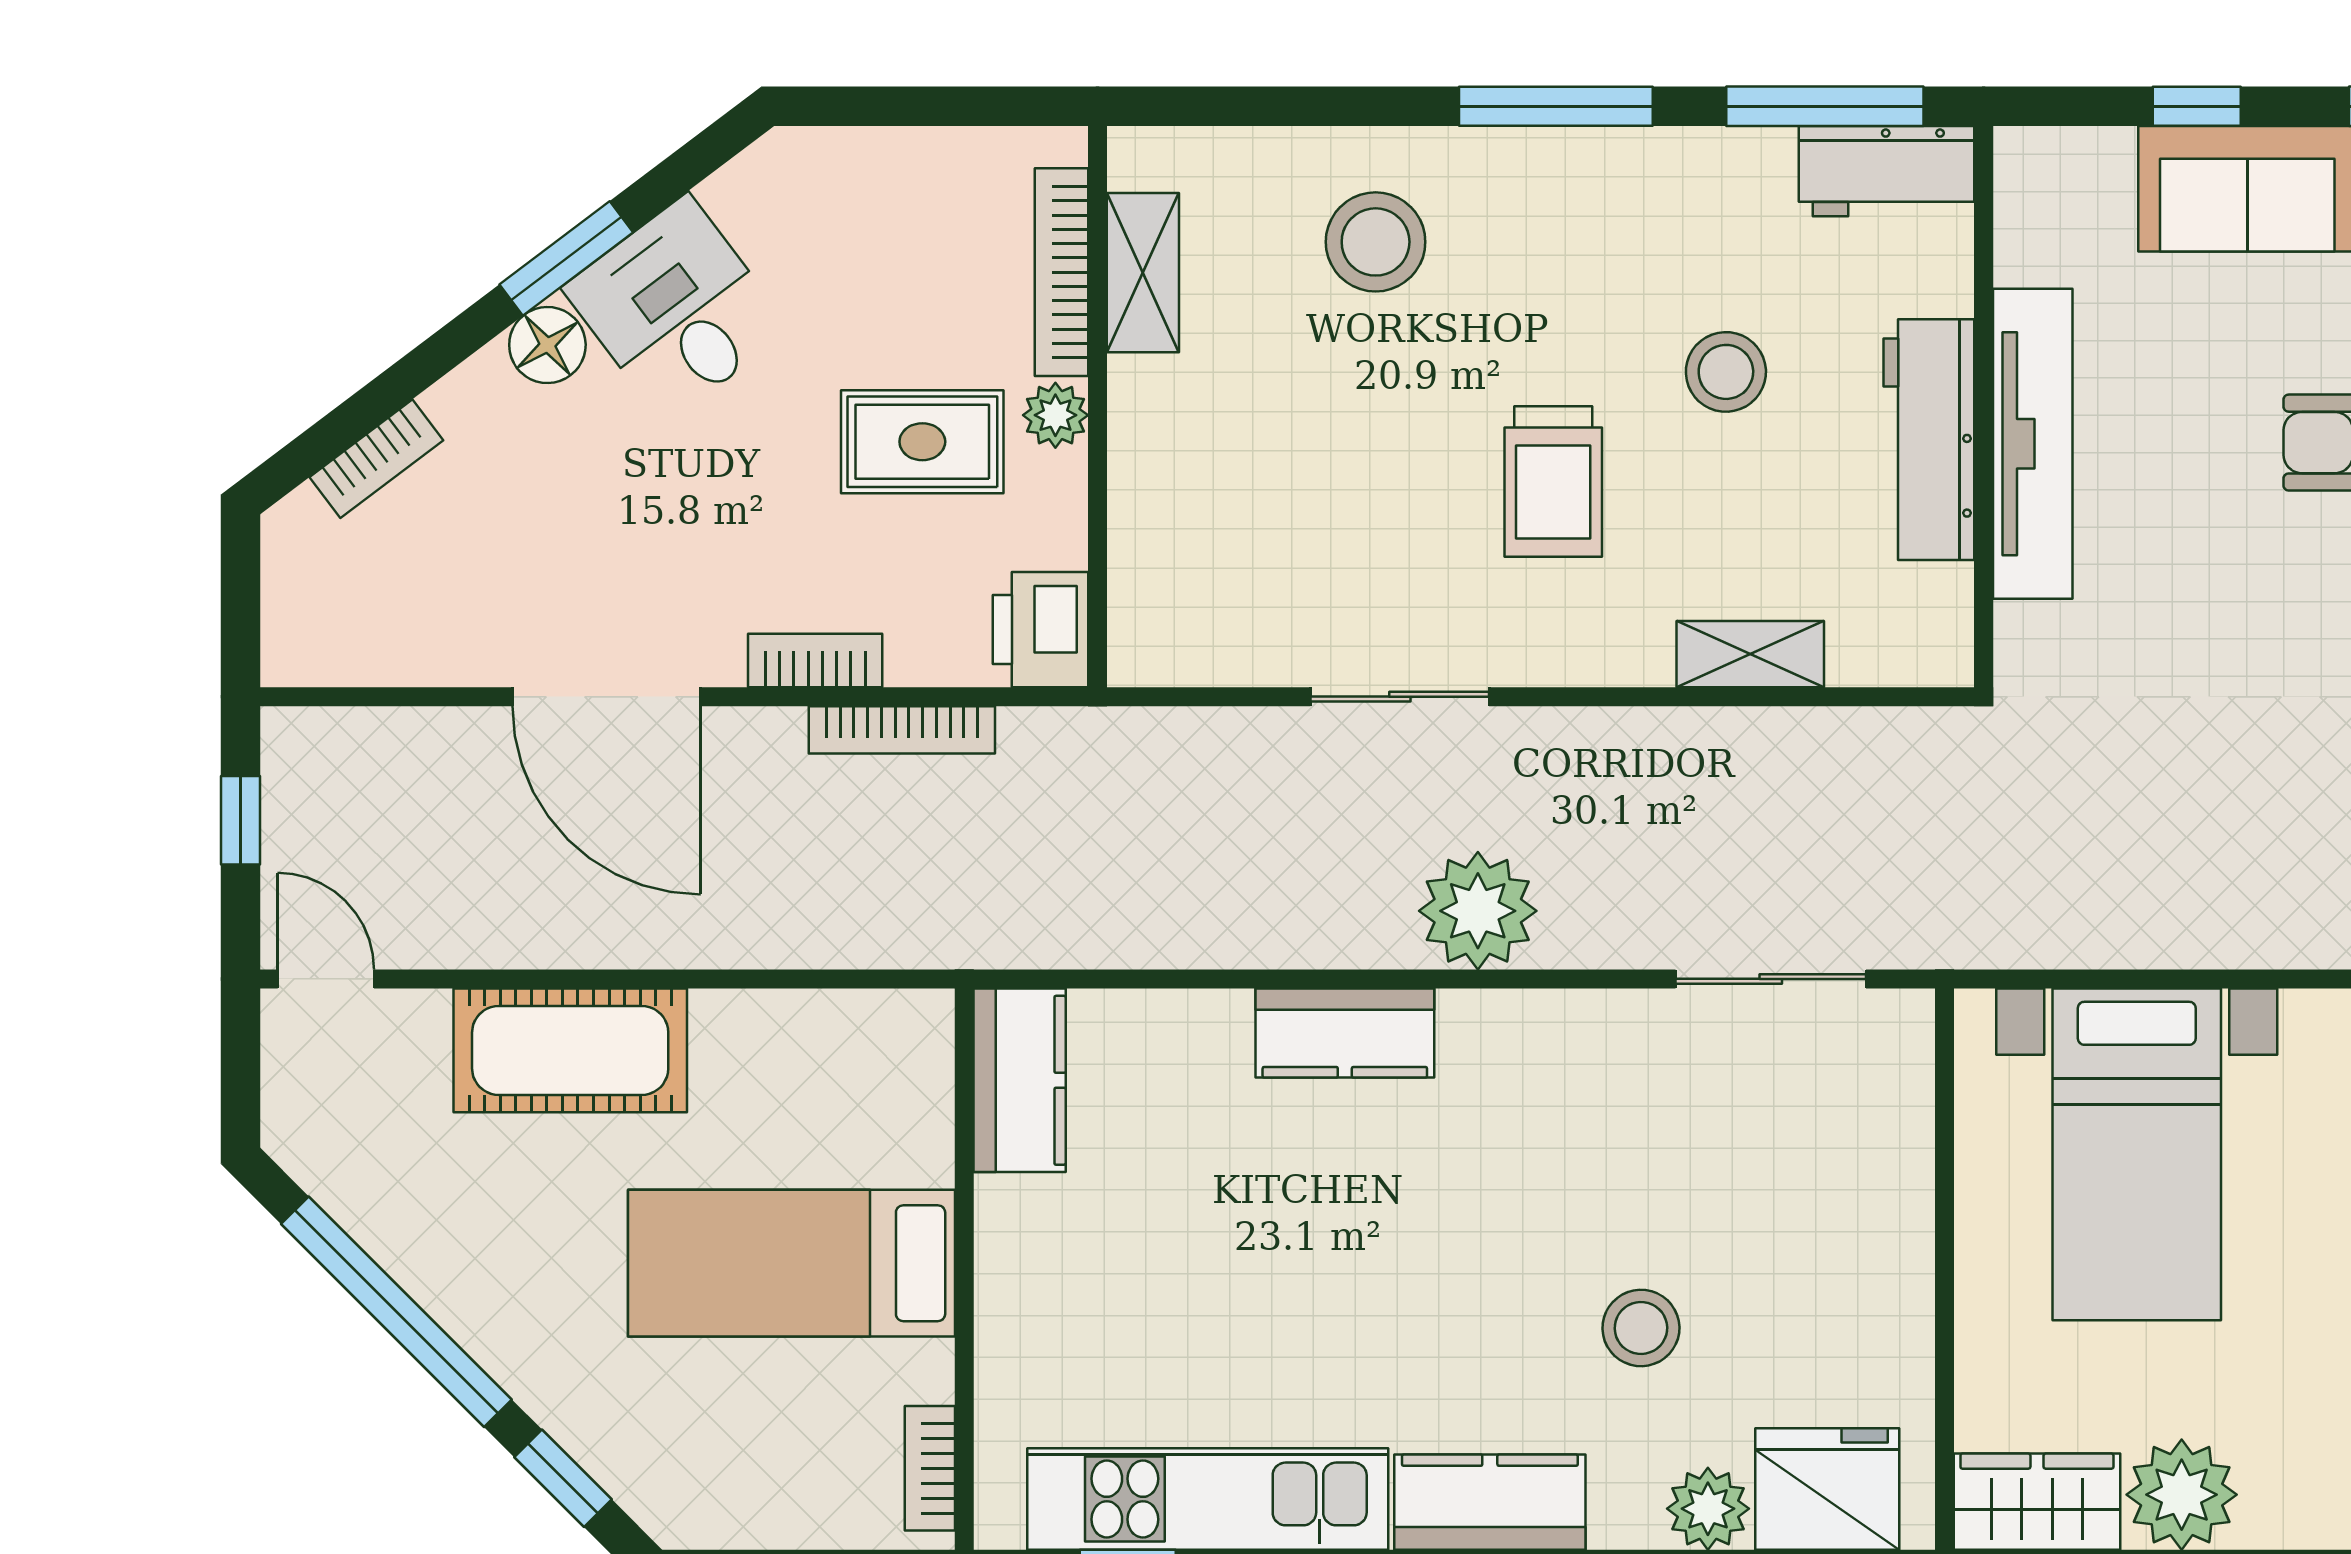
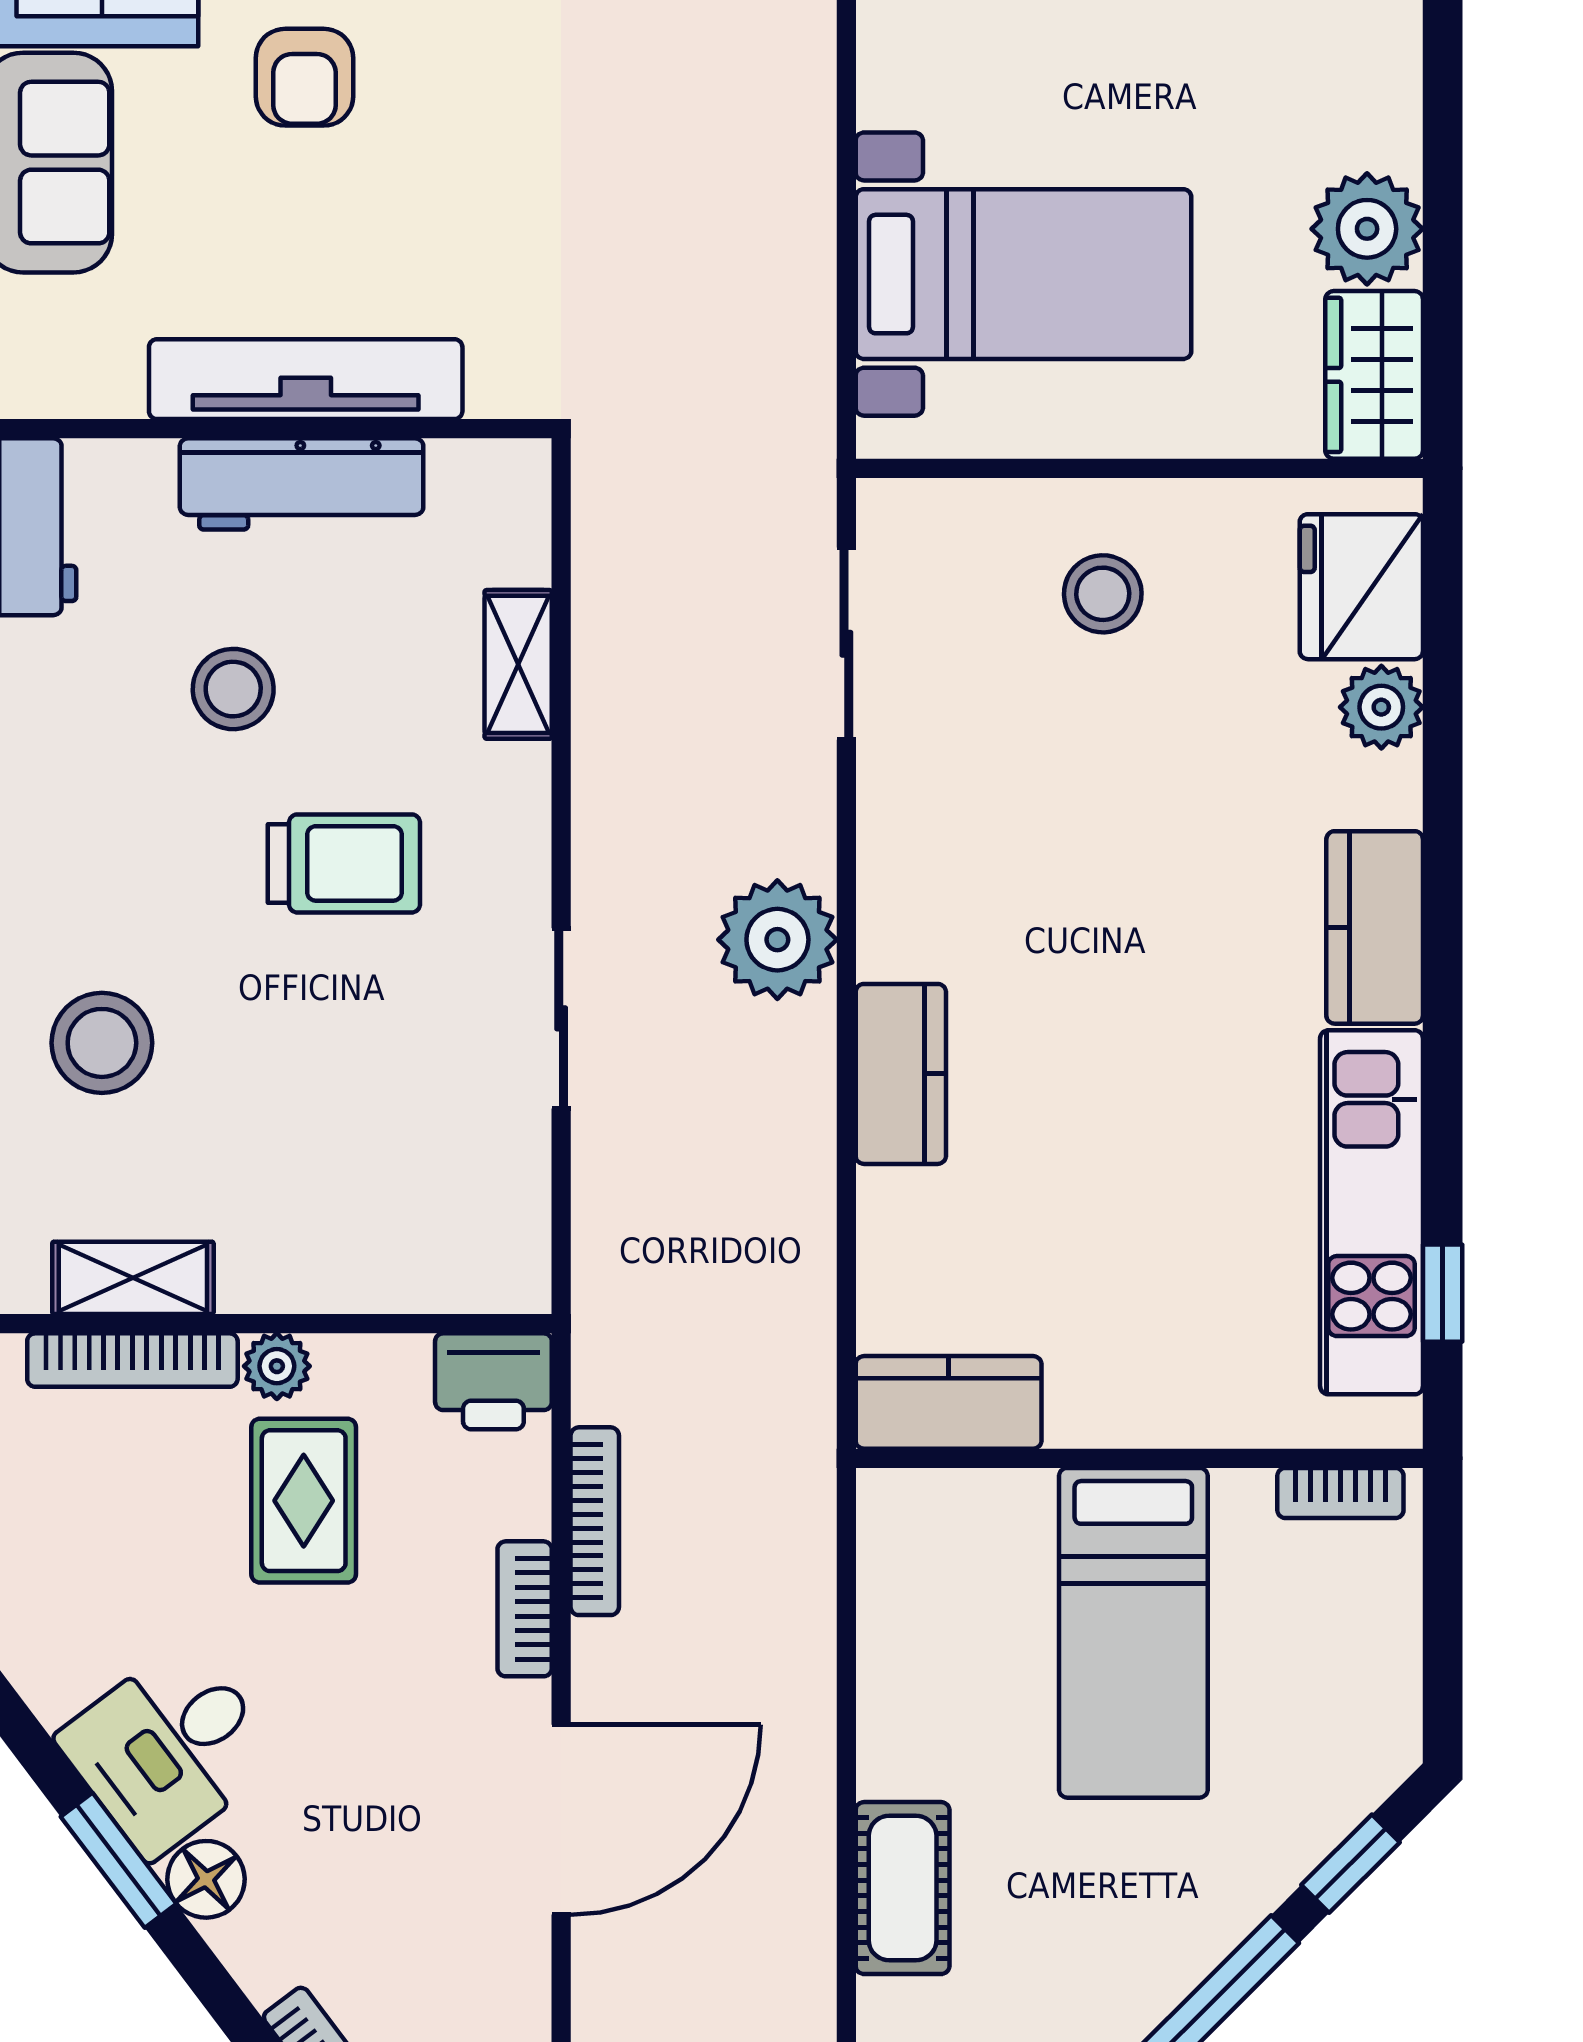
cot: (570, 1050) -> (903, 1888), width x0.73, depth x0.75
stool: (1641, 1328) -> (1103, 594), moved

